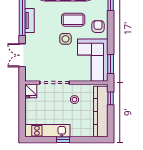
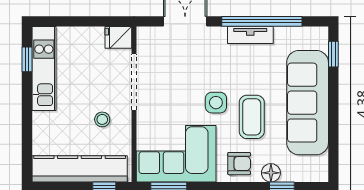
floor lamp: (103, 9) -> (271, 173), added
window: (63, 140) -> (27, 59), moved

